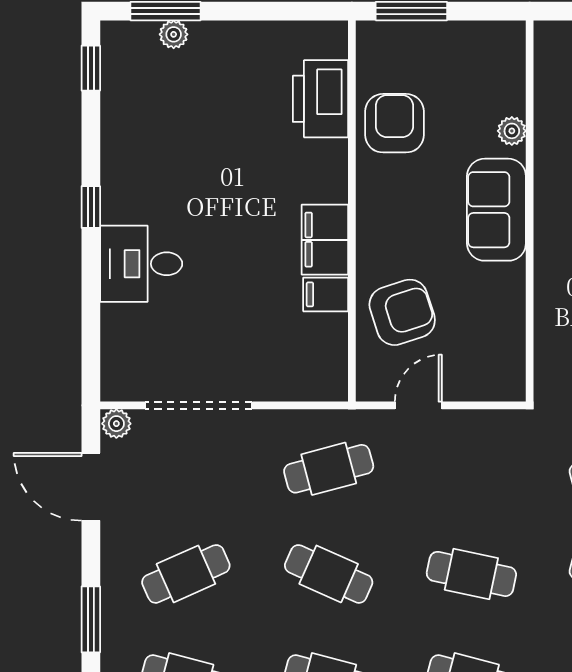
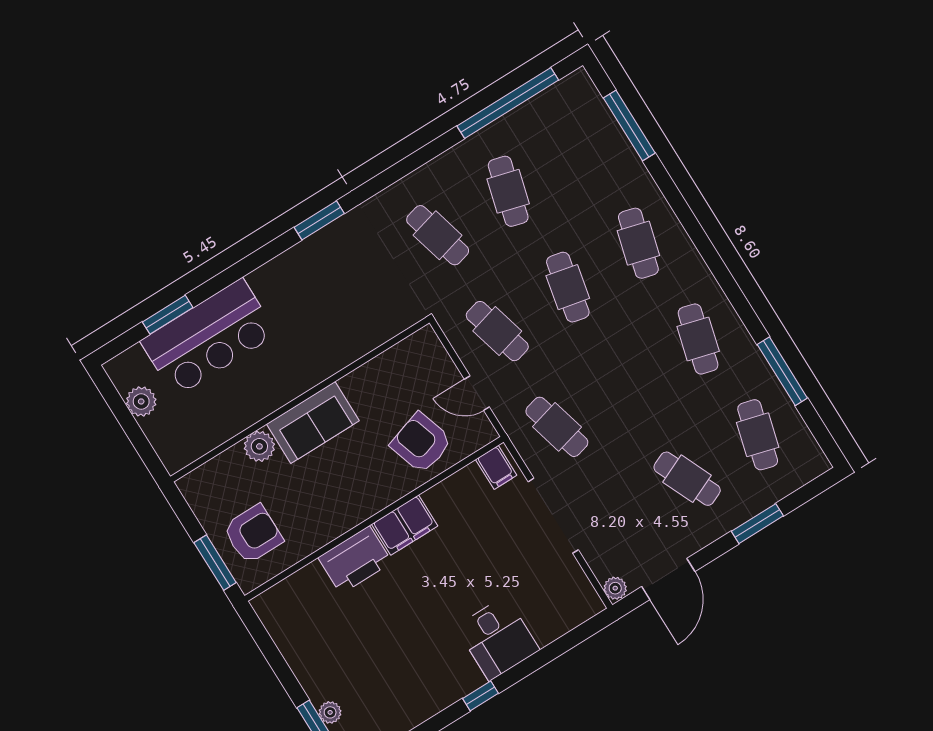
printer: (321, 99) -> (355, 560), moved
armchair: (394, 123) -> (253, 534), moved, turned 180
plant: (512, 131) -> (259, 446), width x1.38, depth x1.38
filing cabinet: (326, 294) -> (496, 467), moved
doorway: (199, 405) -> (553, 516), moved
cafe table: (329, 574) -> (497, 331), moved, turned -39

